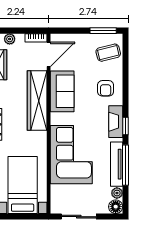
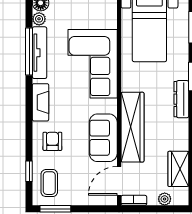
coffee table: (108, 53) -> (49, 183), turned -76
window: (125, 126) -> (29, 171), moved

